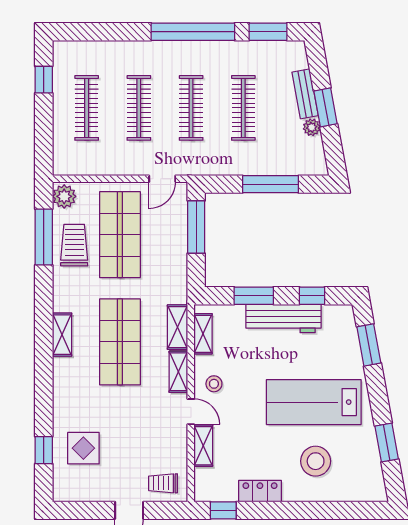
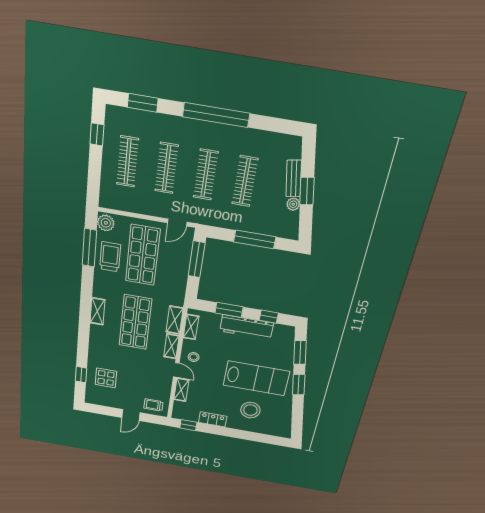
window: (268, 32) -> (143, 103), moved
lab bench: (314, 402) -> (256, 378), turned 180
window: (387, 442) -> (299, 385), moved

